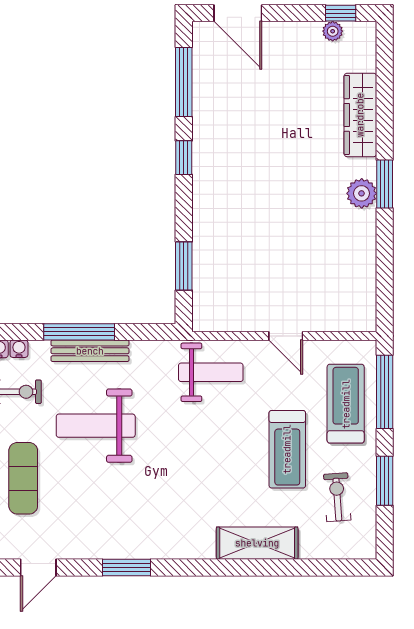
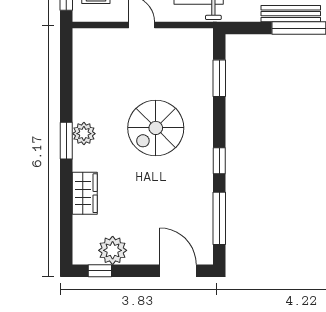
plant: (333, 31) -> (113, 250), width x1.88, depth x1.88
wardrobe: (360, 115) -> (85, 193), width x0.67
spiral stairs: (267, 201) -> (156, 128), added

